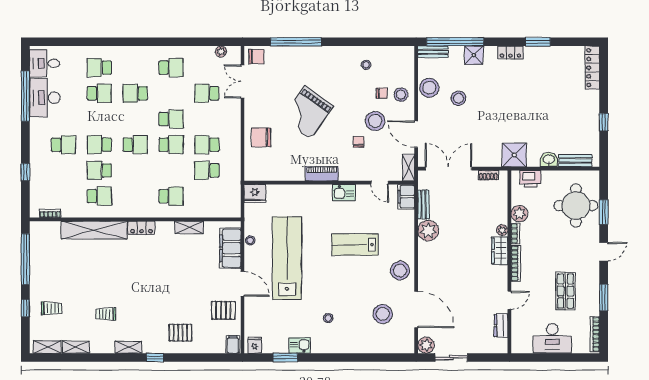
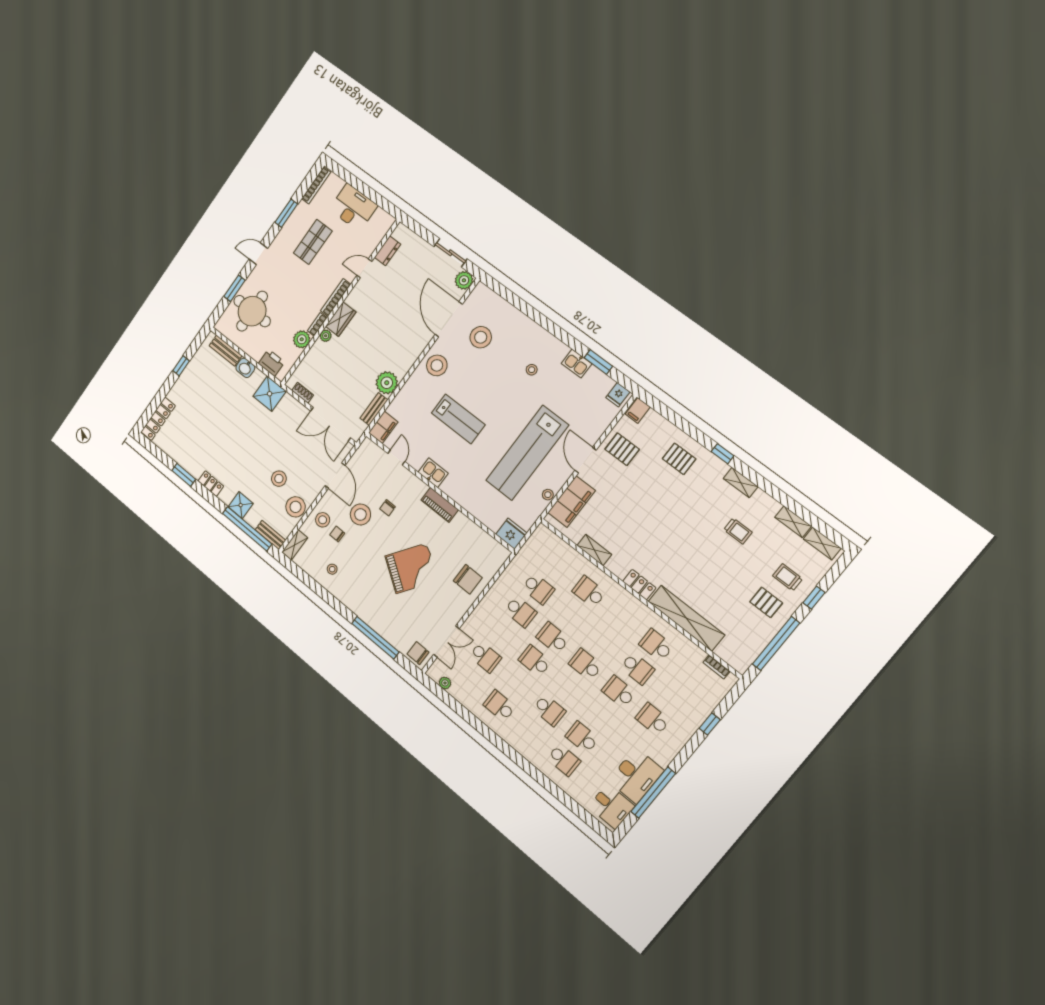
school desk: (99, 145) -> (619, 692), turned 180
shelving: (408, 168) -> (295, 545), moved
pallet: (52, 281) -> (766, 602), added

